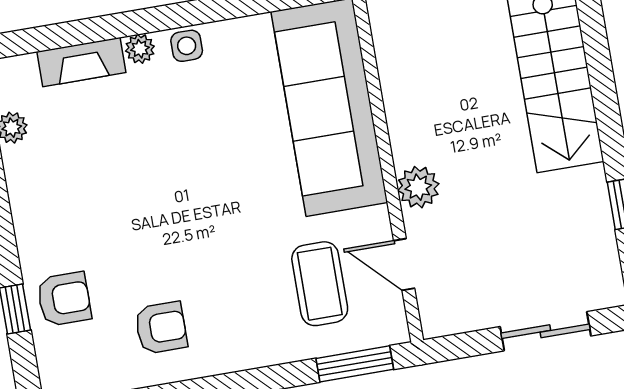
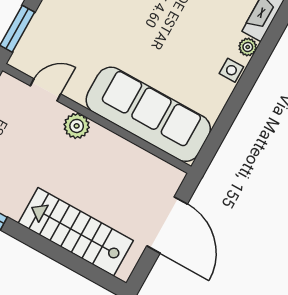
coffee table: (320, 284) -> (68, 43), removed

